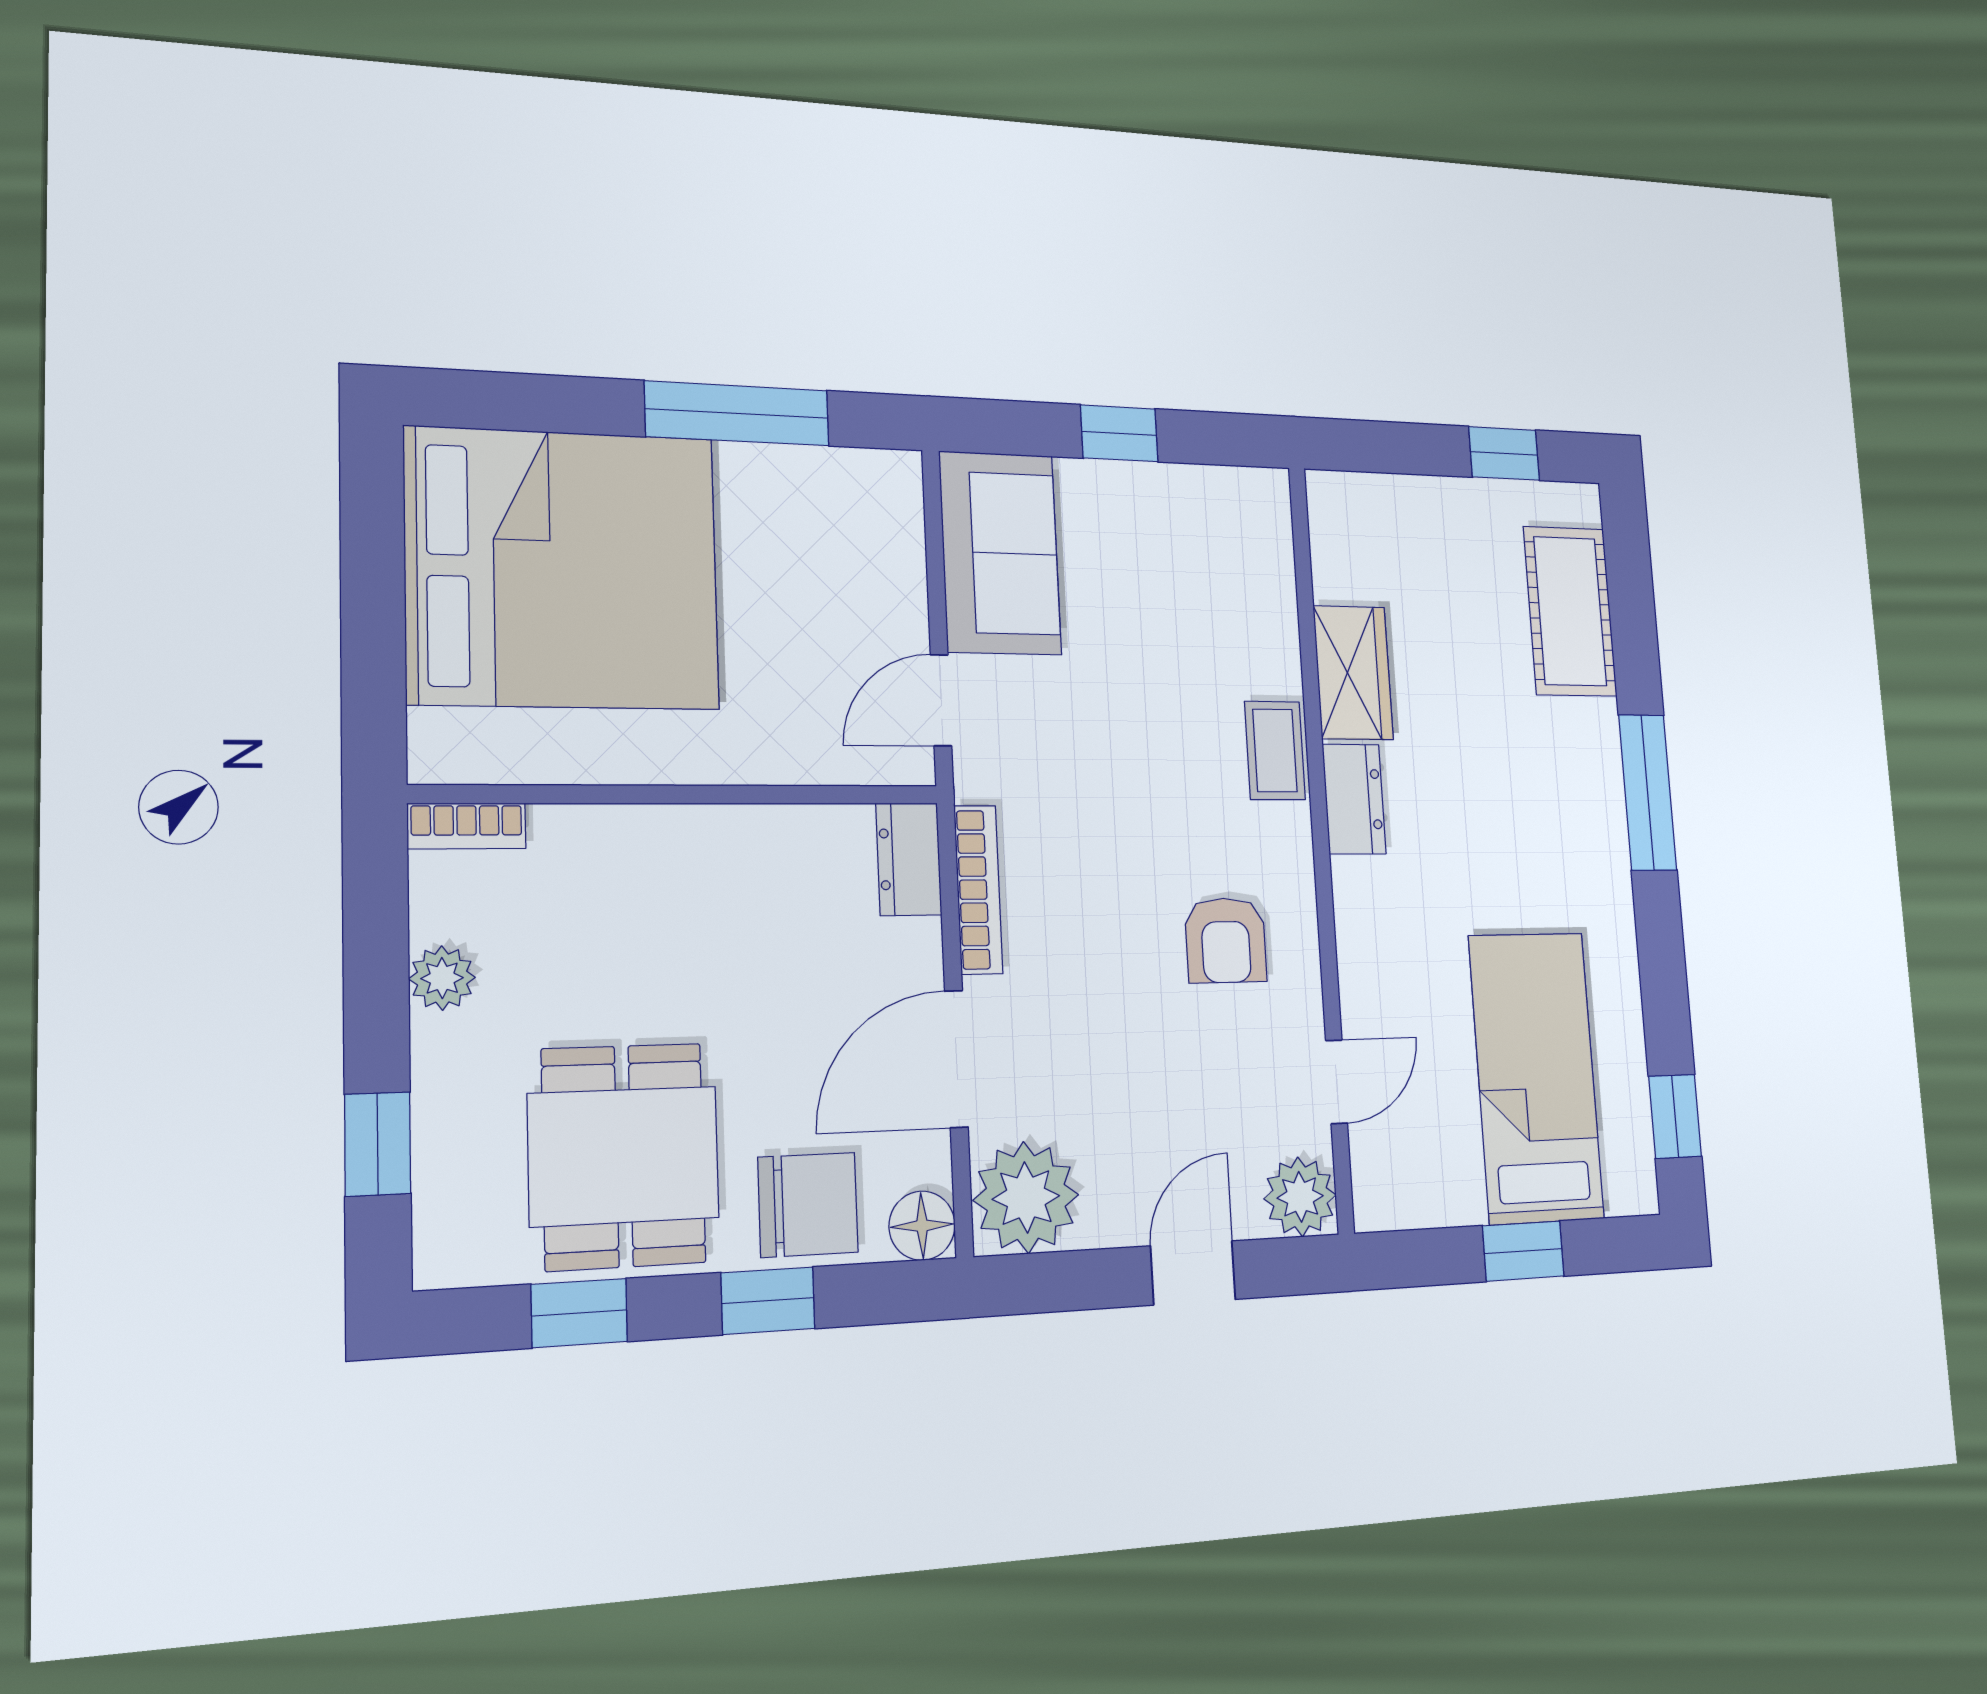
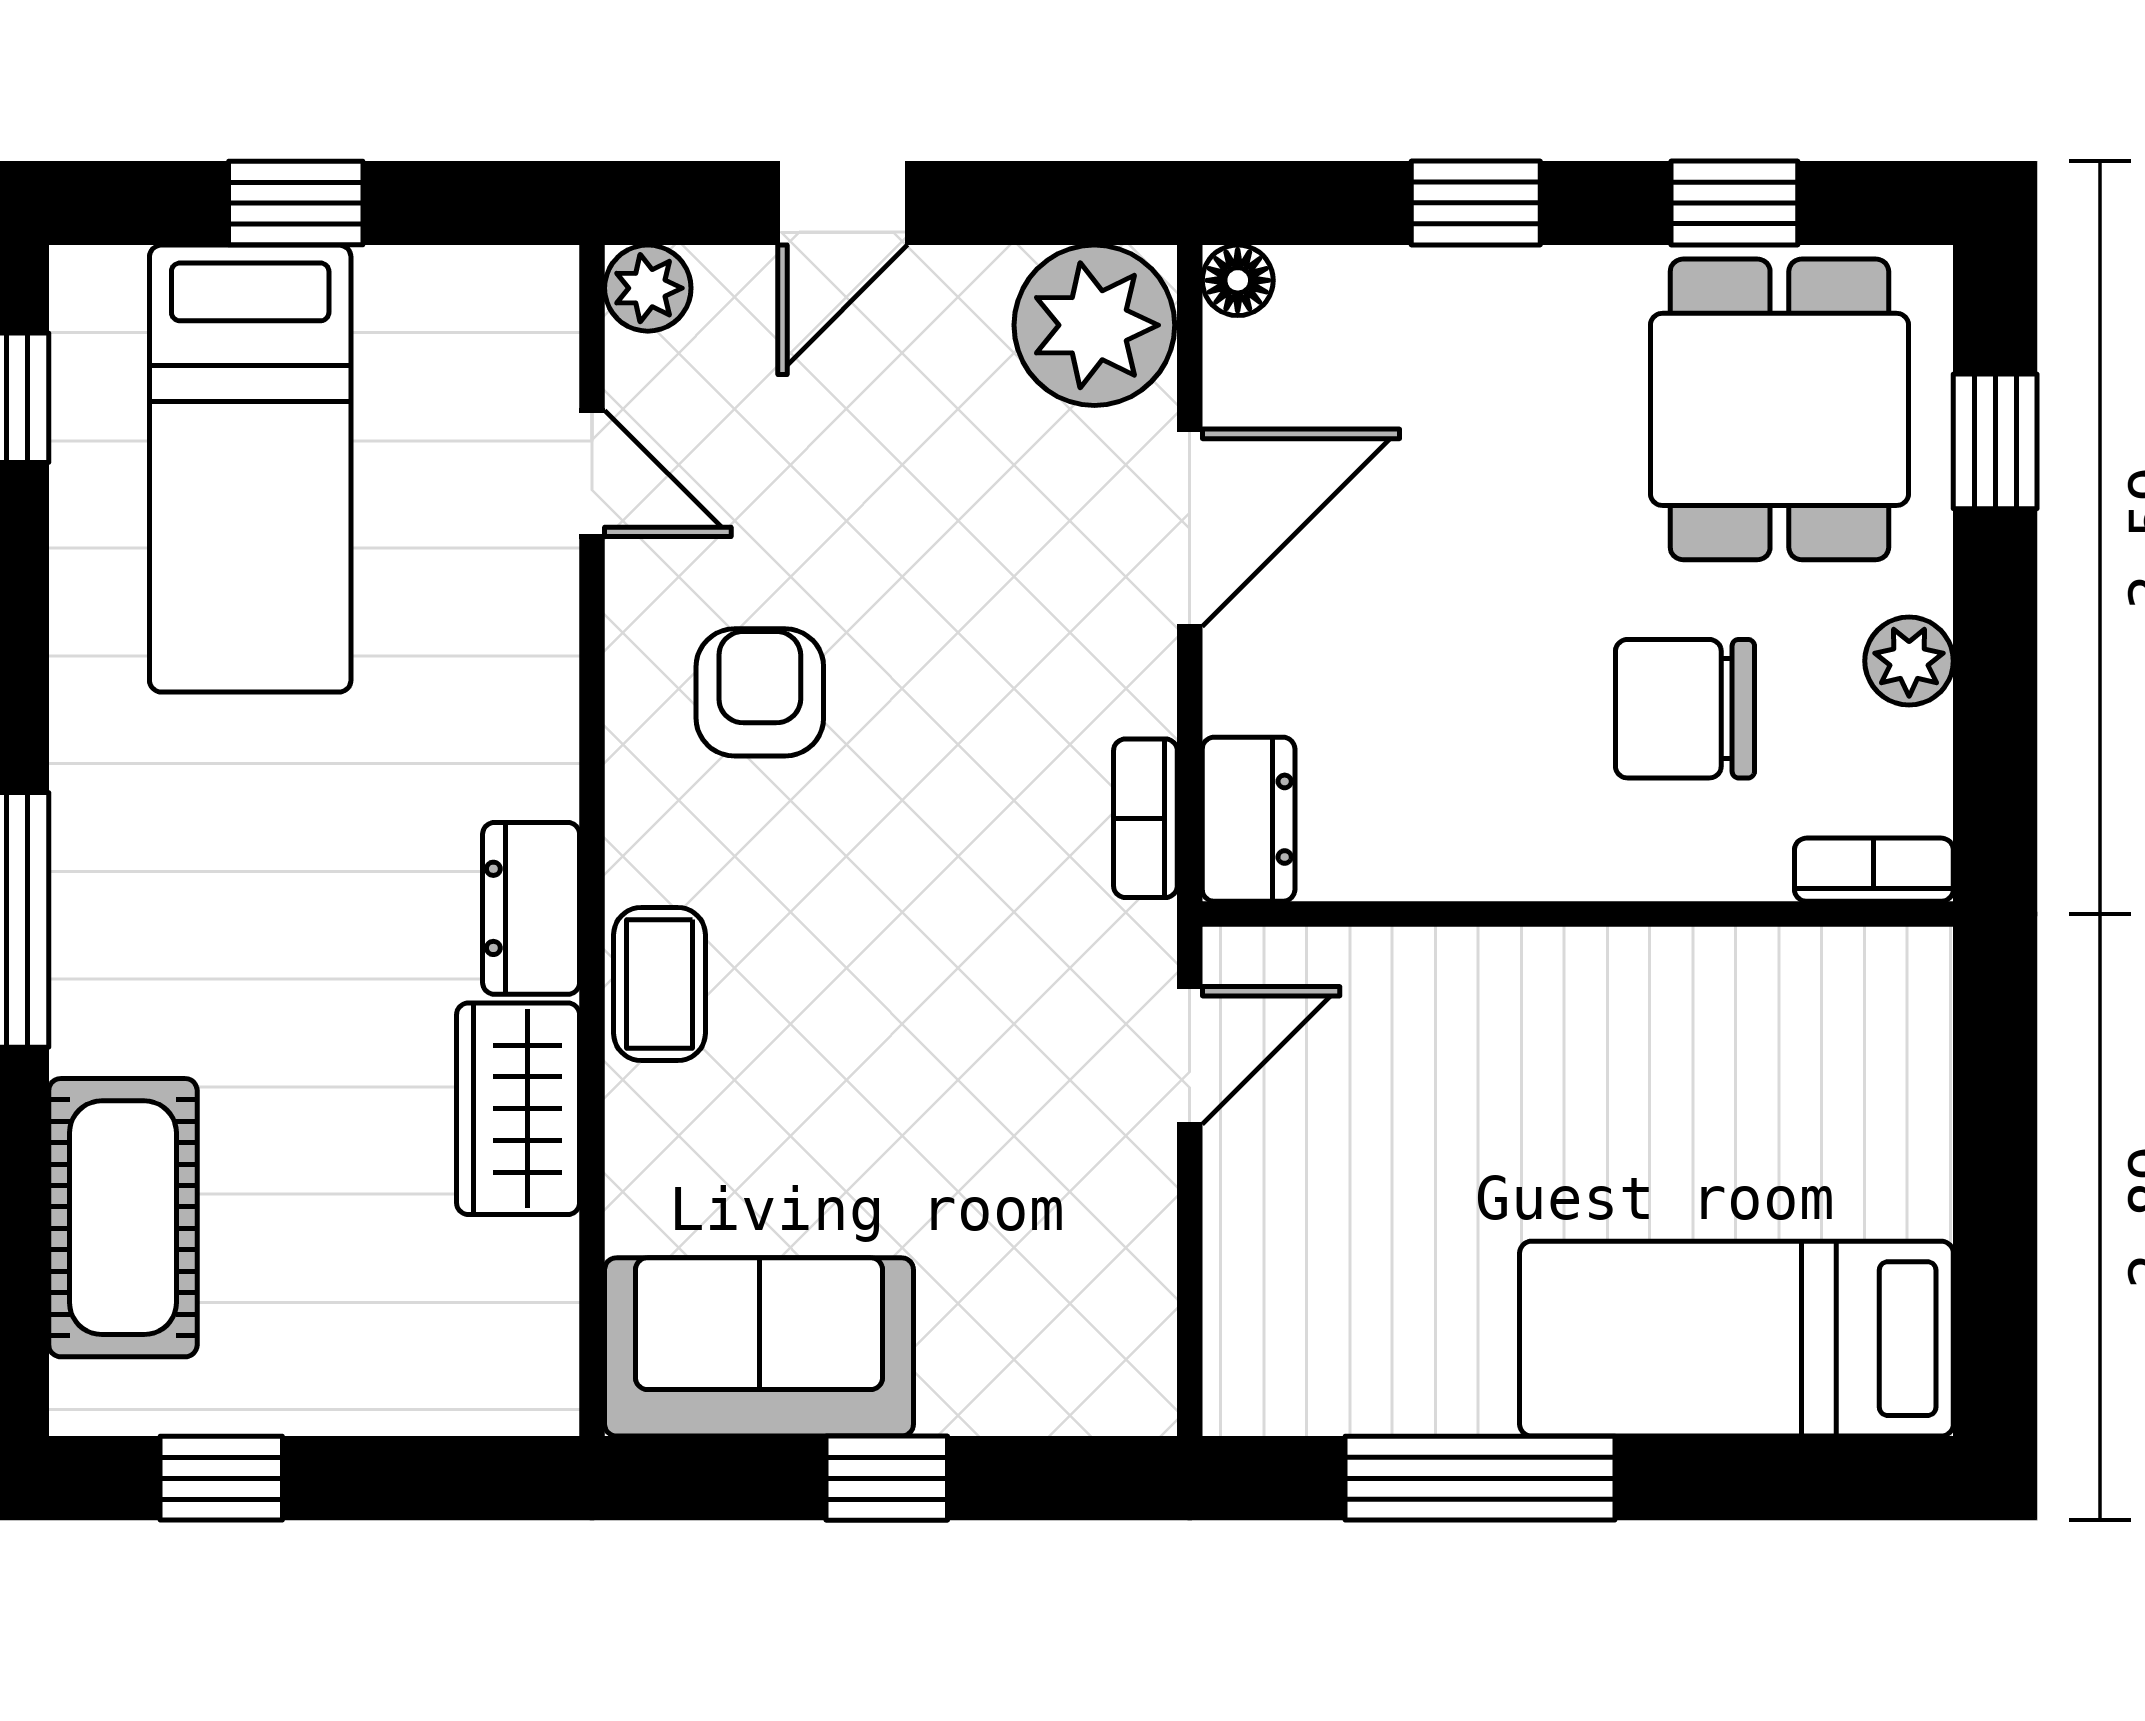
sofa: (1000, 553) -> (759, 1347), moved, turned 90
bed: (563, 569) -> (1736, 1339), width x0.49
bookcase: (978, 890) -> (1145, 818), width x0.64
door: (1337, 1082) -> (592, 473), swing flipped
dining table: (624, 1156) -> (1779, 409), moved
plant: (1300, 1197) -> (648, 288), width x0.73, depth x0.73
chair: (808, 1205) -> (1685, 709), moved
floor lamp: (922, 1226) -> (1238, 280), width x0.73, depth x0.73

